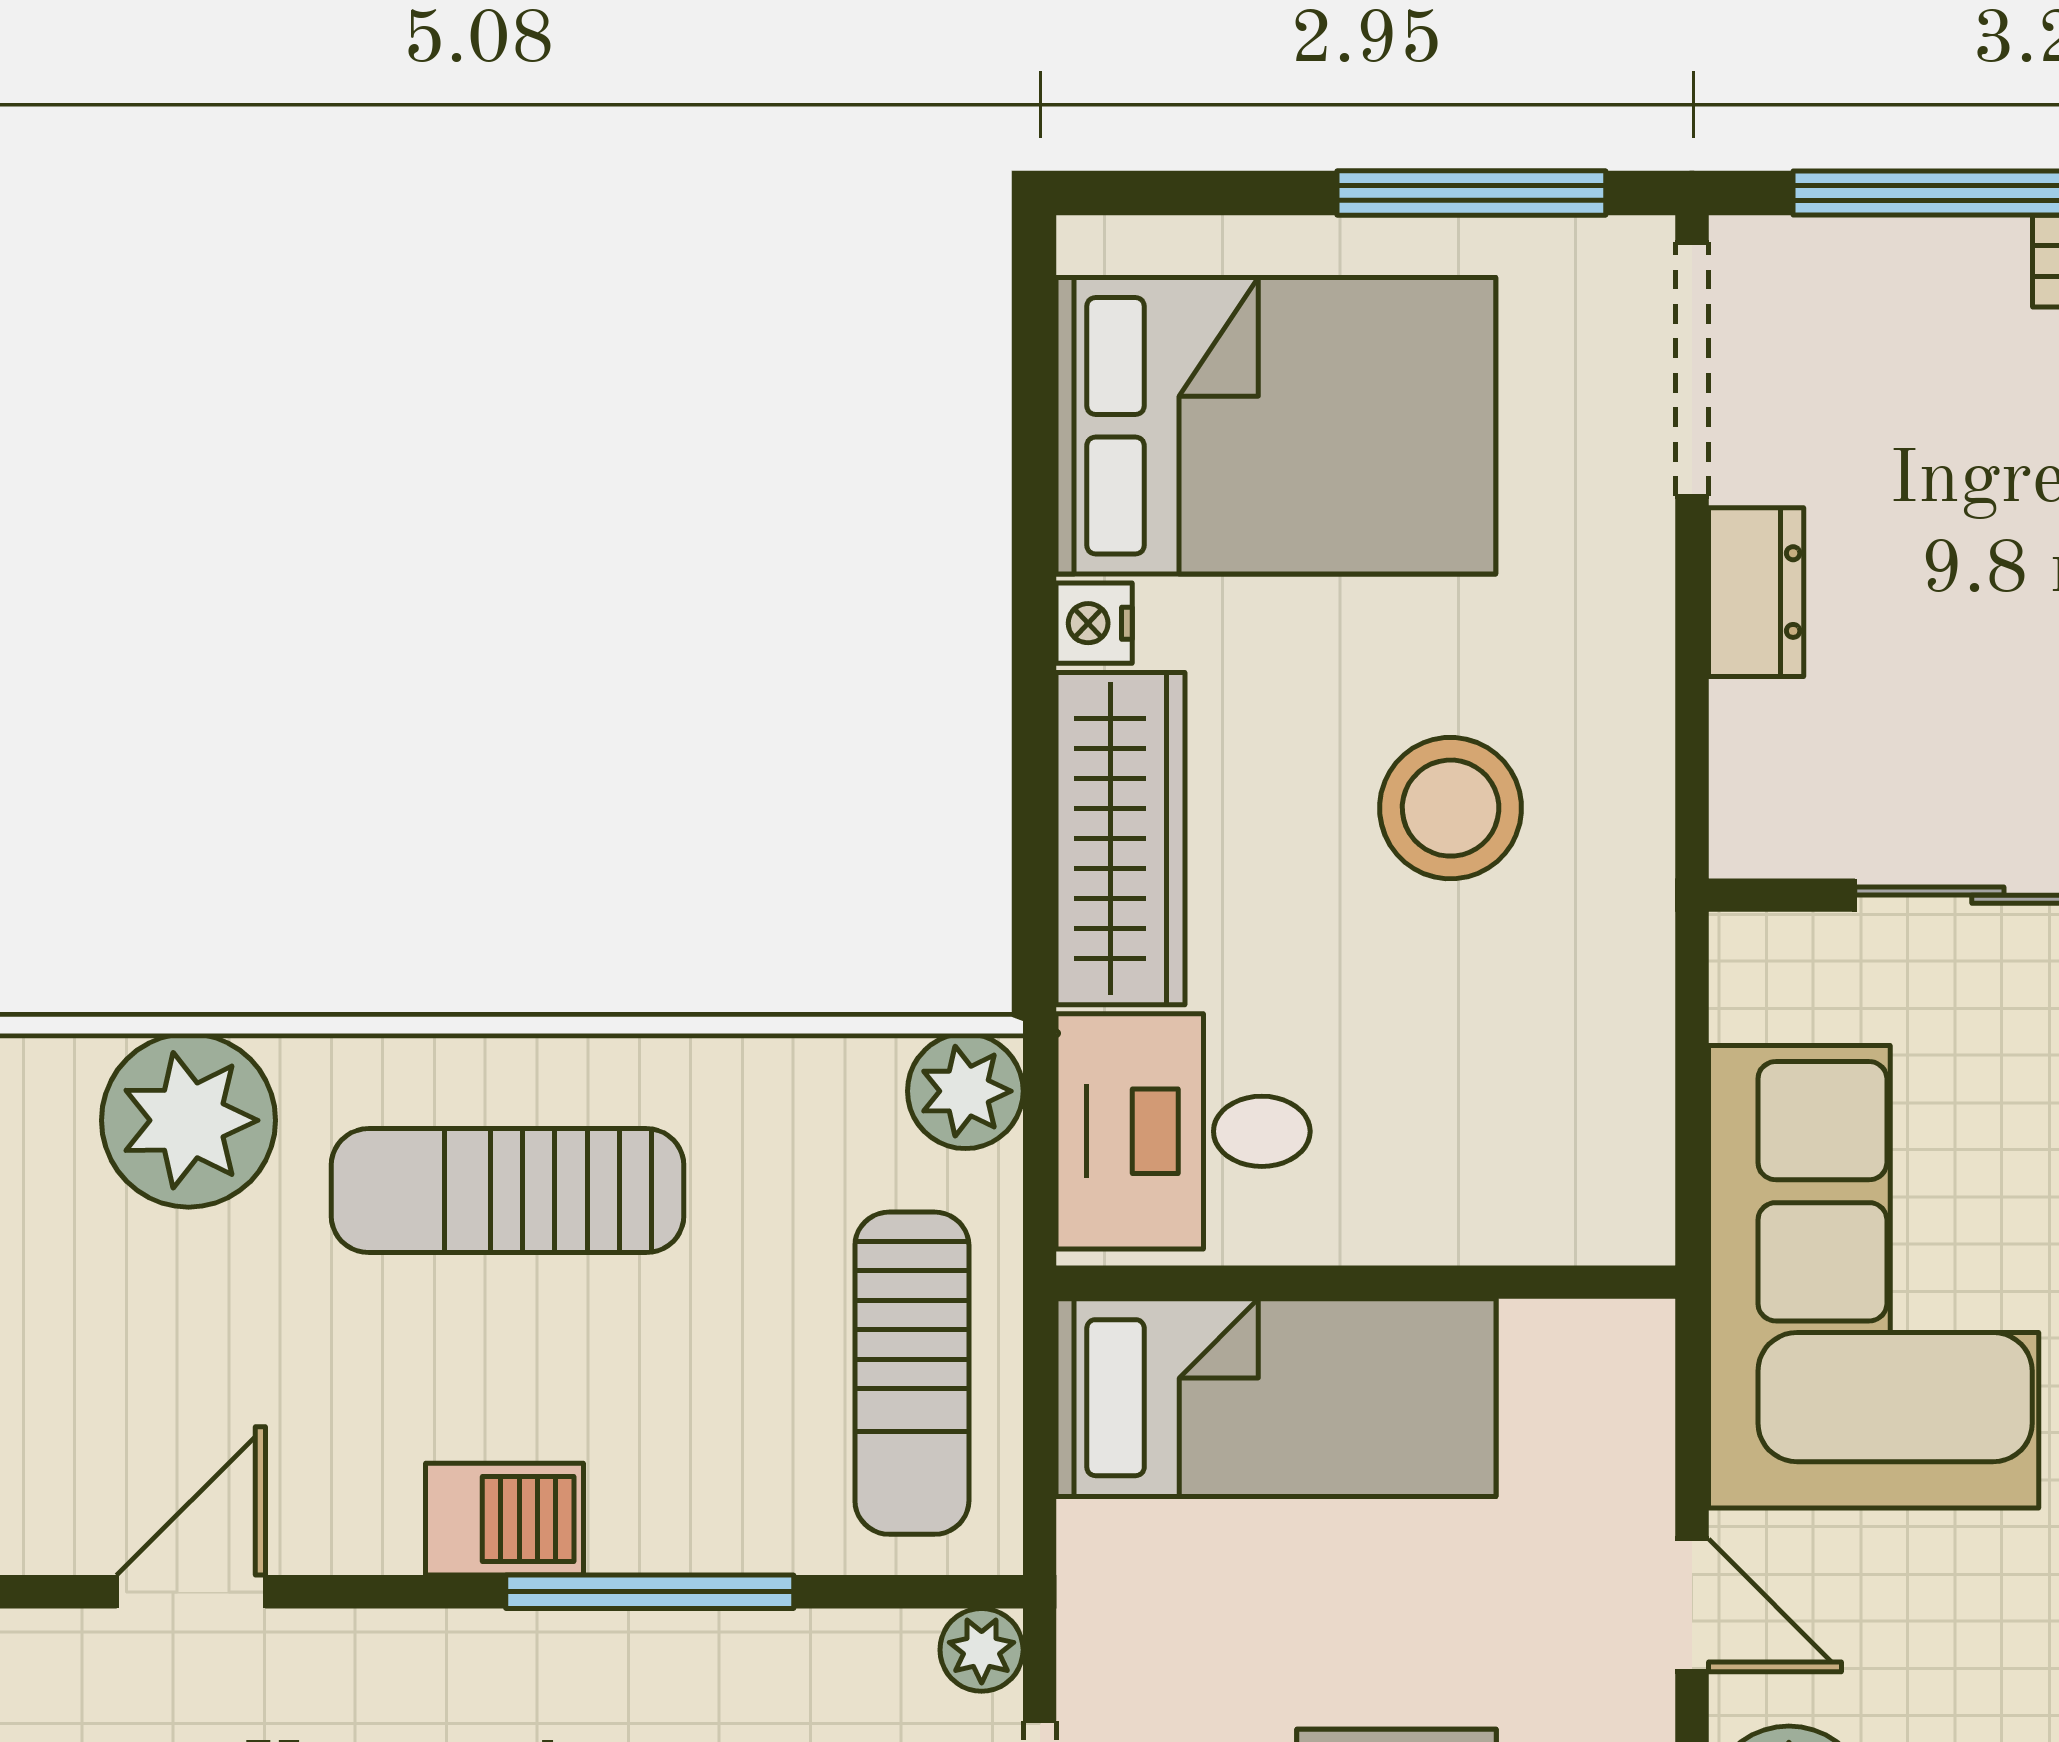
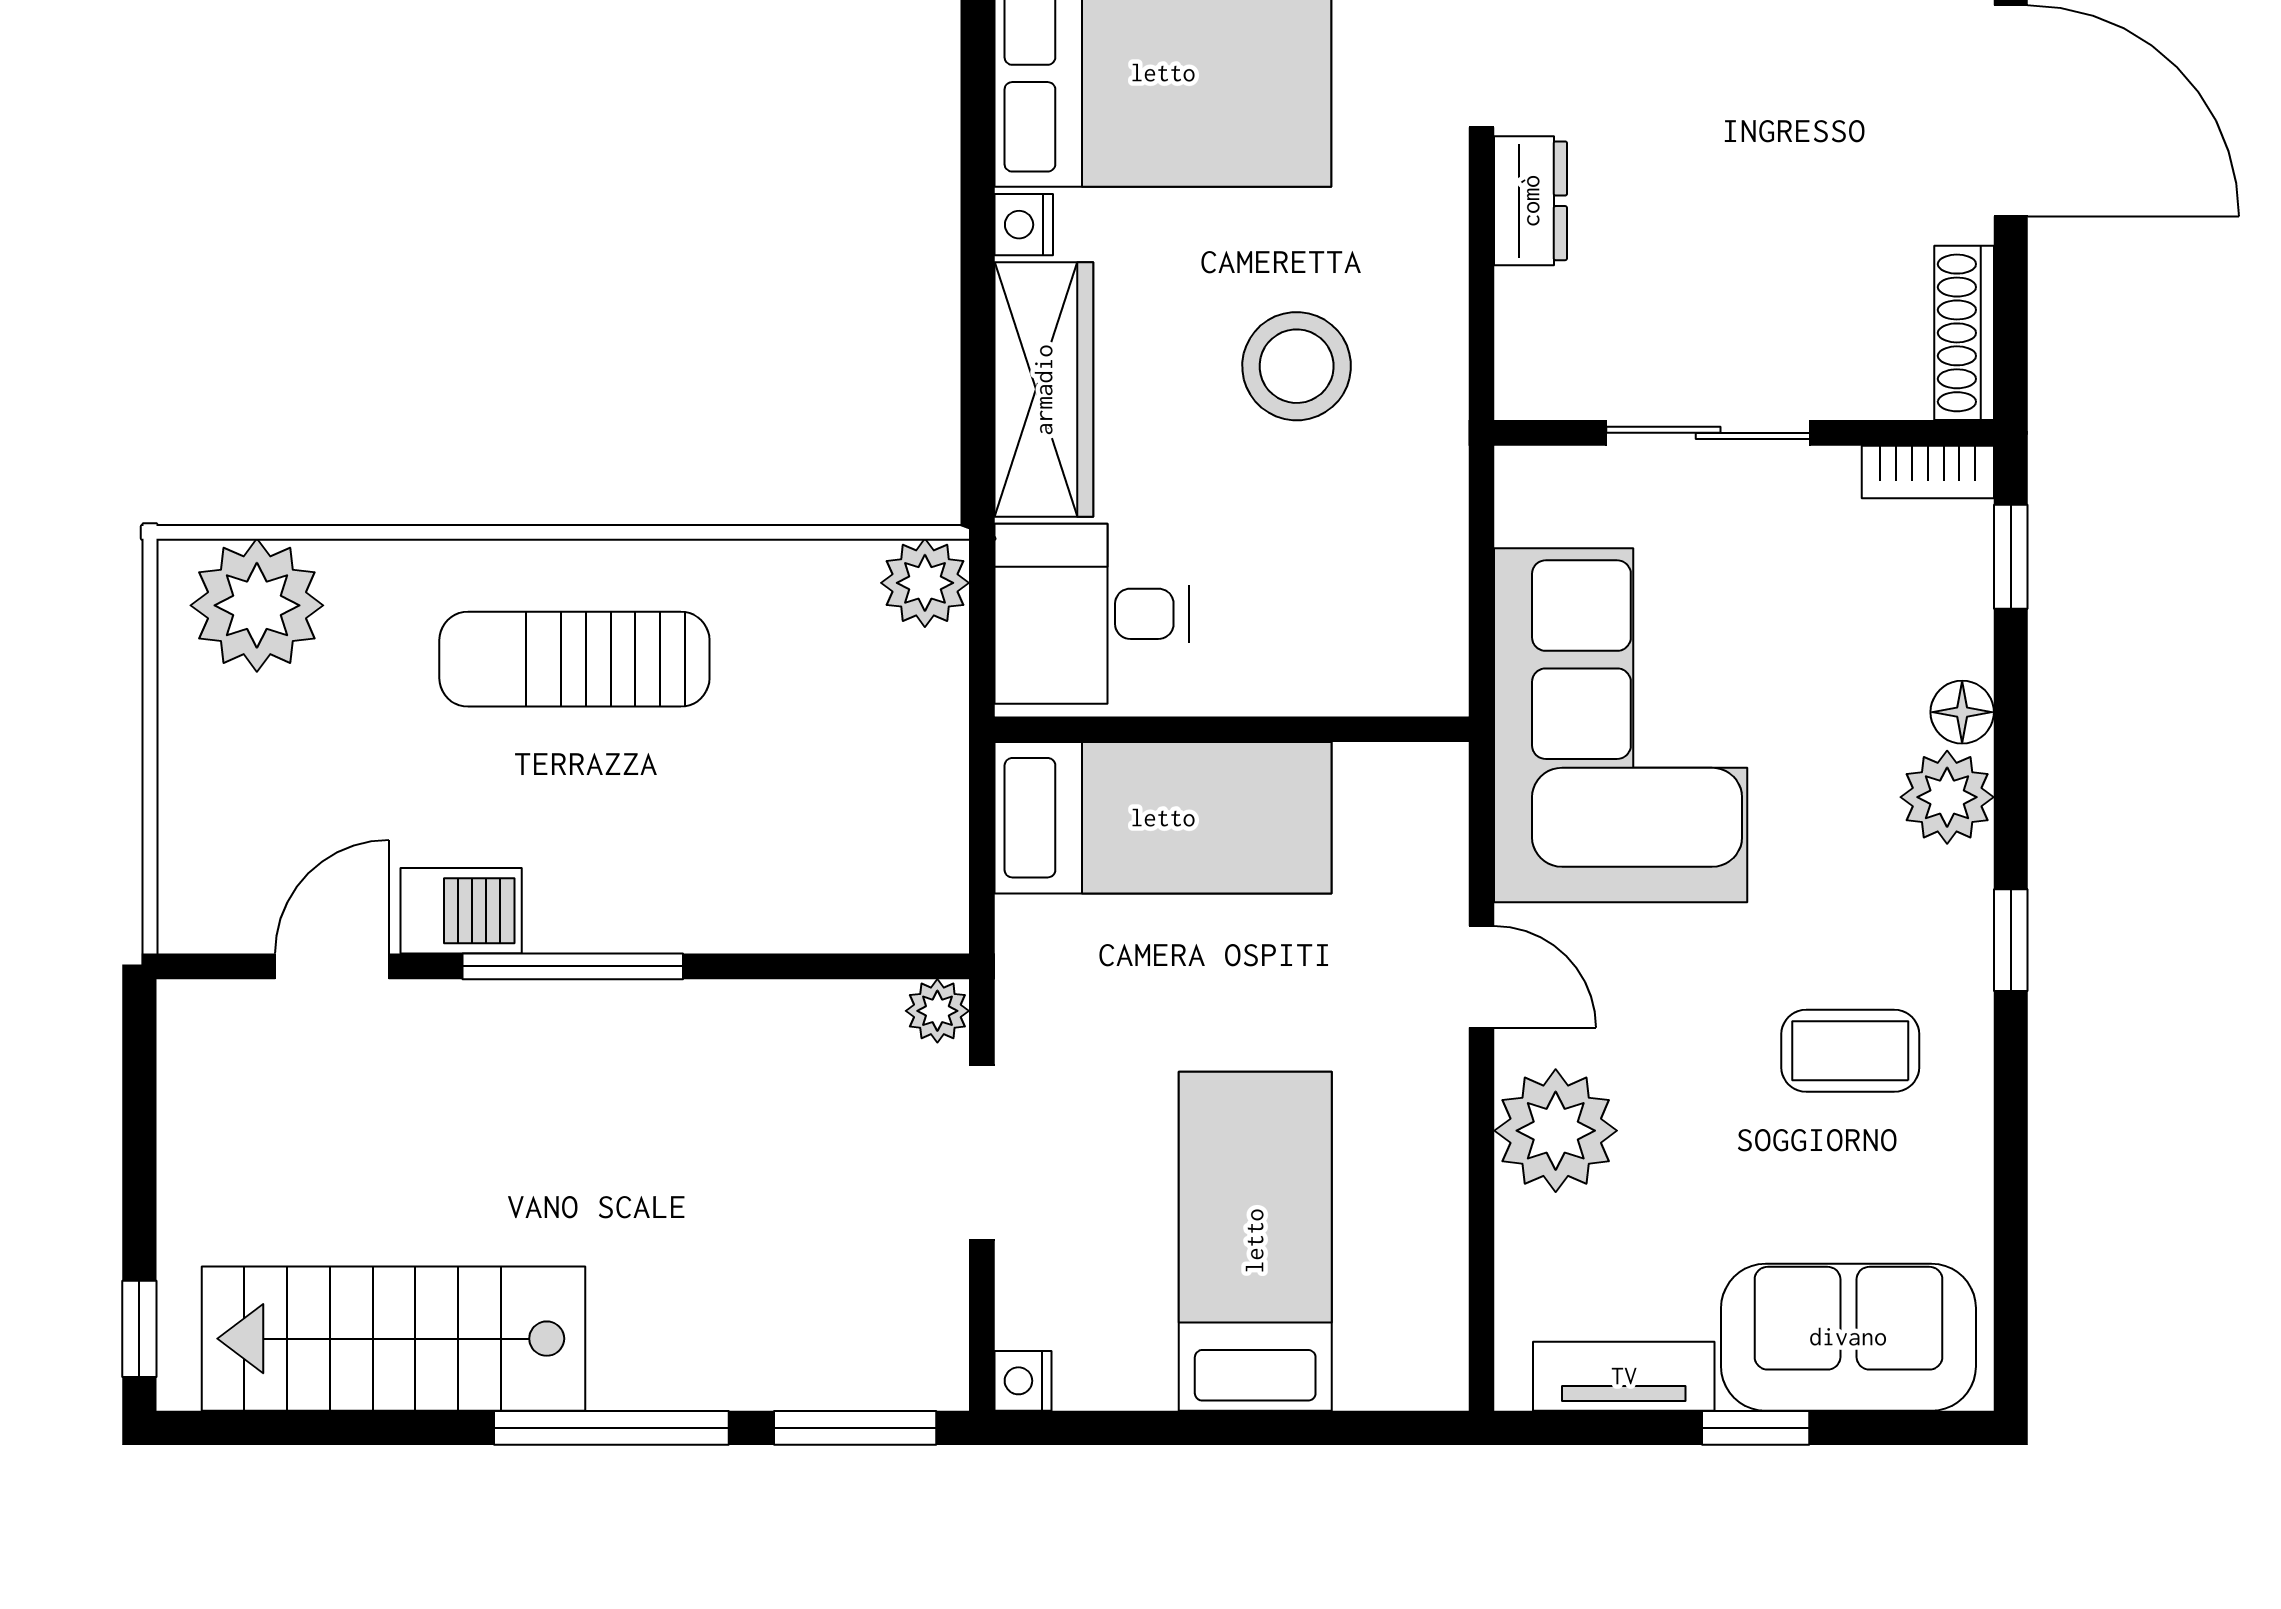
plant: (189, 1120) -> (257, 605), moved
sun lounger: (912, 1373) -> (884, 799), removed
barbecue: (504, 1519) -> (461, 911), moved
window: (650, 1592) -> (573, 966), moved

